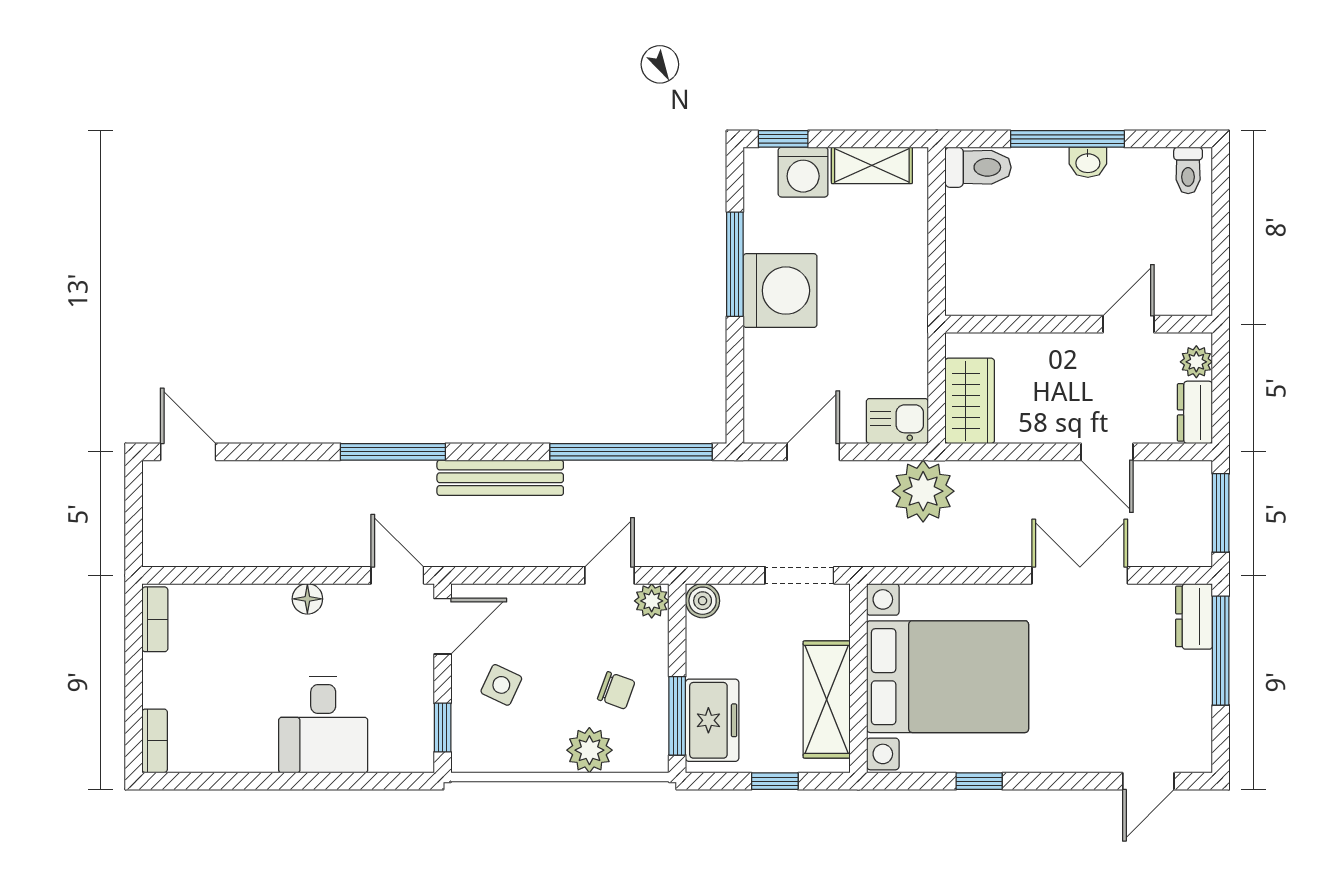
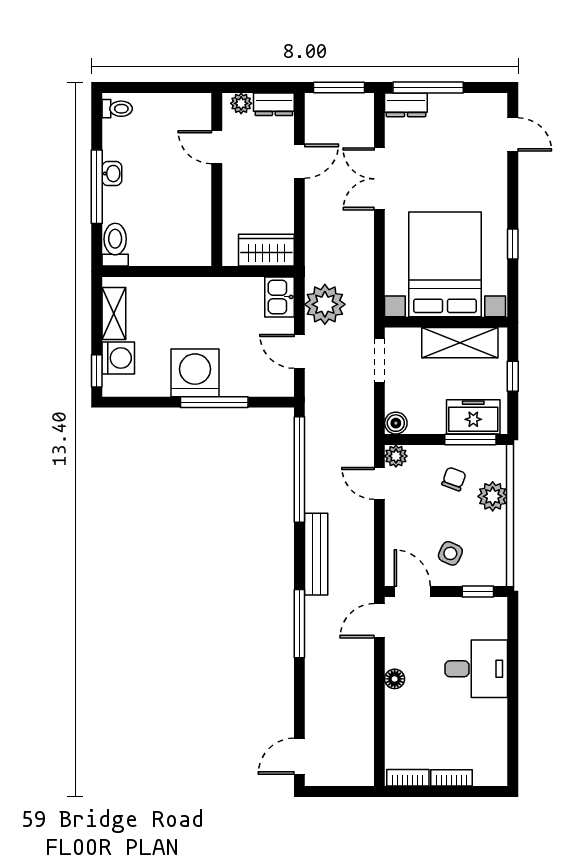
window: (735, 264) -> (214, 402), moved
plant: (923, 491) -> (325, 304), moved
bookcase: (155, 741) -> (452, 778), moved

